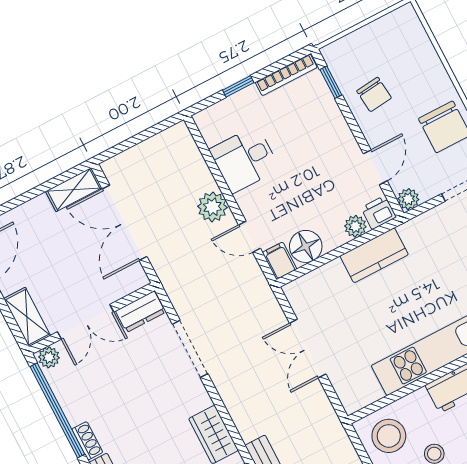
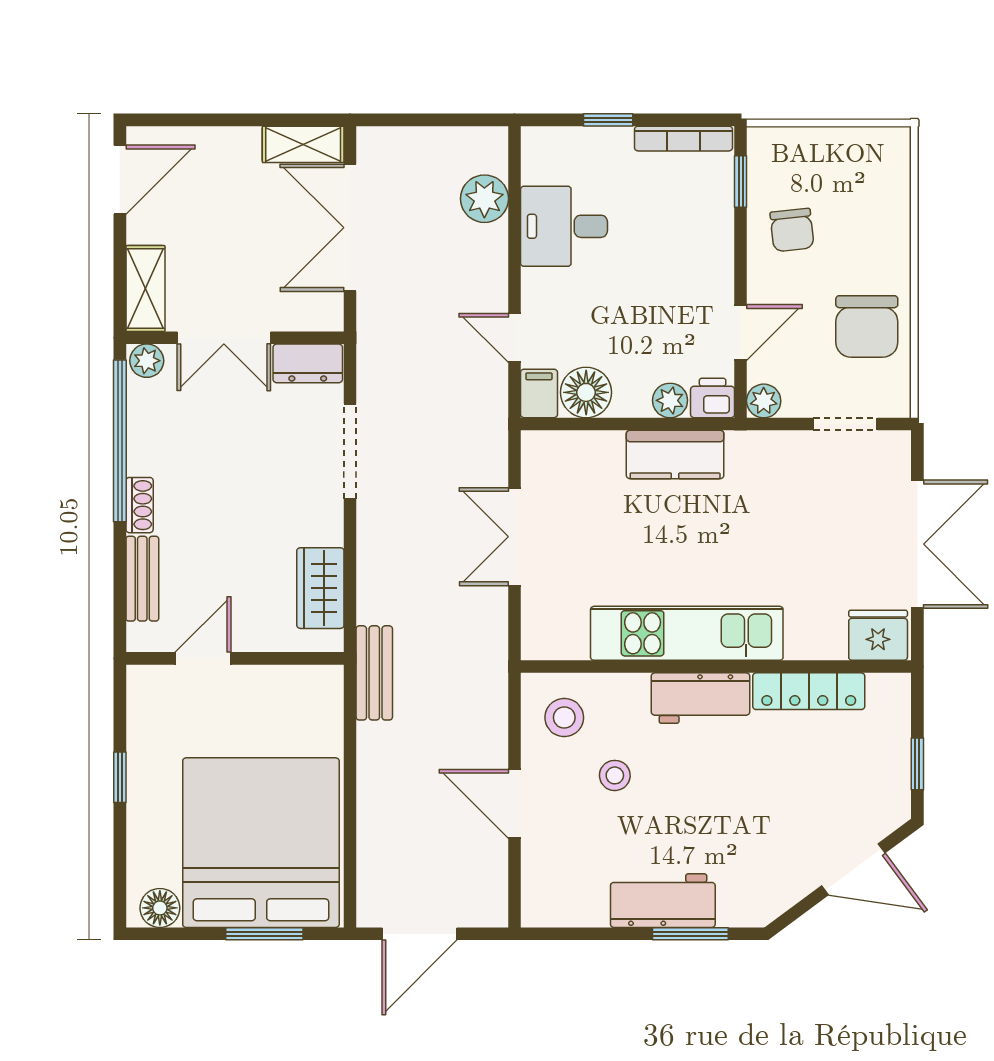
plant: (212, 207) -> (484, 199), moved
stool: (389, 436) -> (564, 718), width x0.73, depth x0.73

